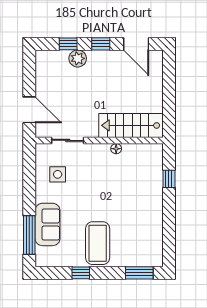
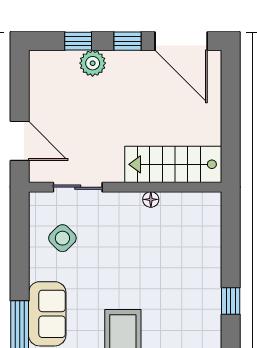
door: (136, 44) -> (181, 41), width x1.36
side table: (58, 174) -> (62, 238), turned 45
window: (169, 179) -> (231, 301), moved

